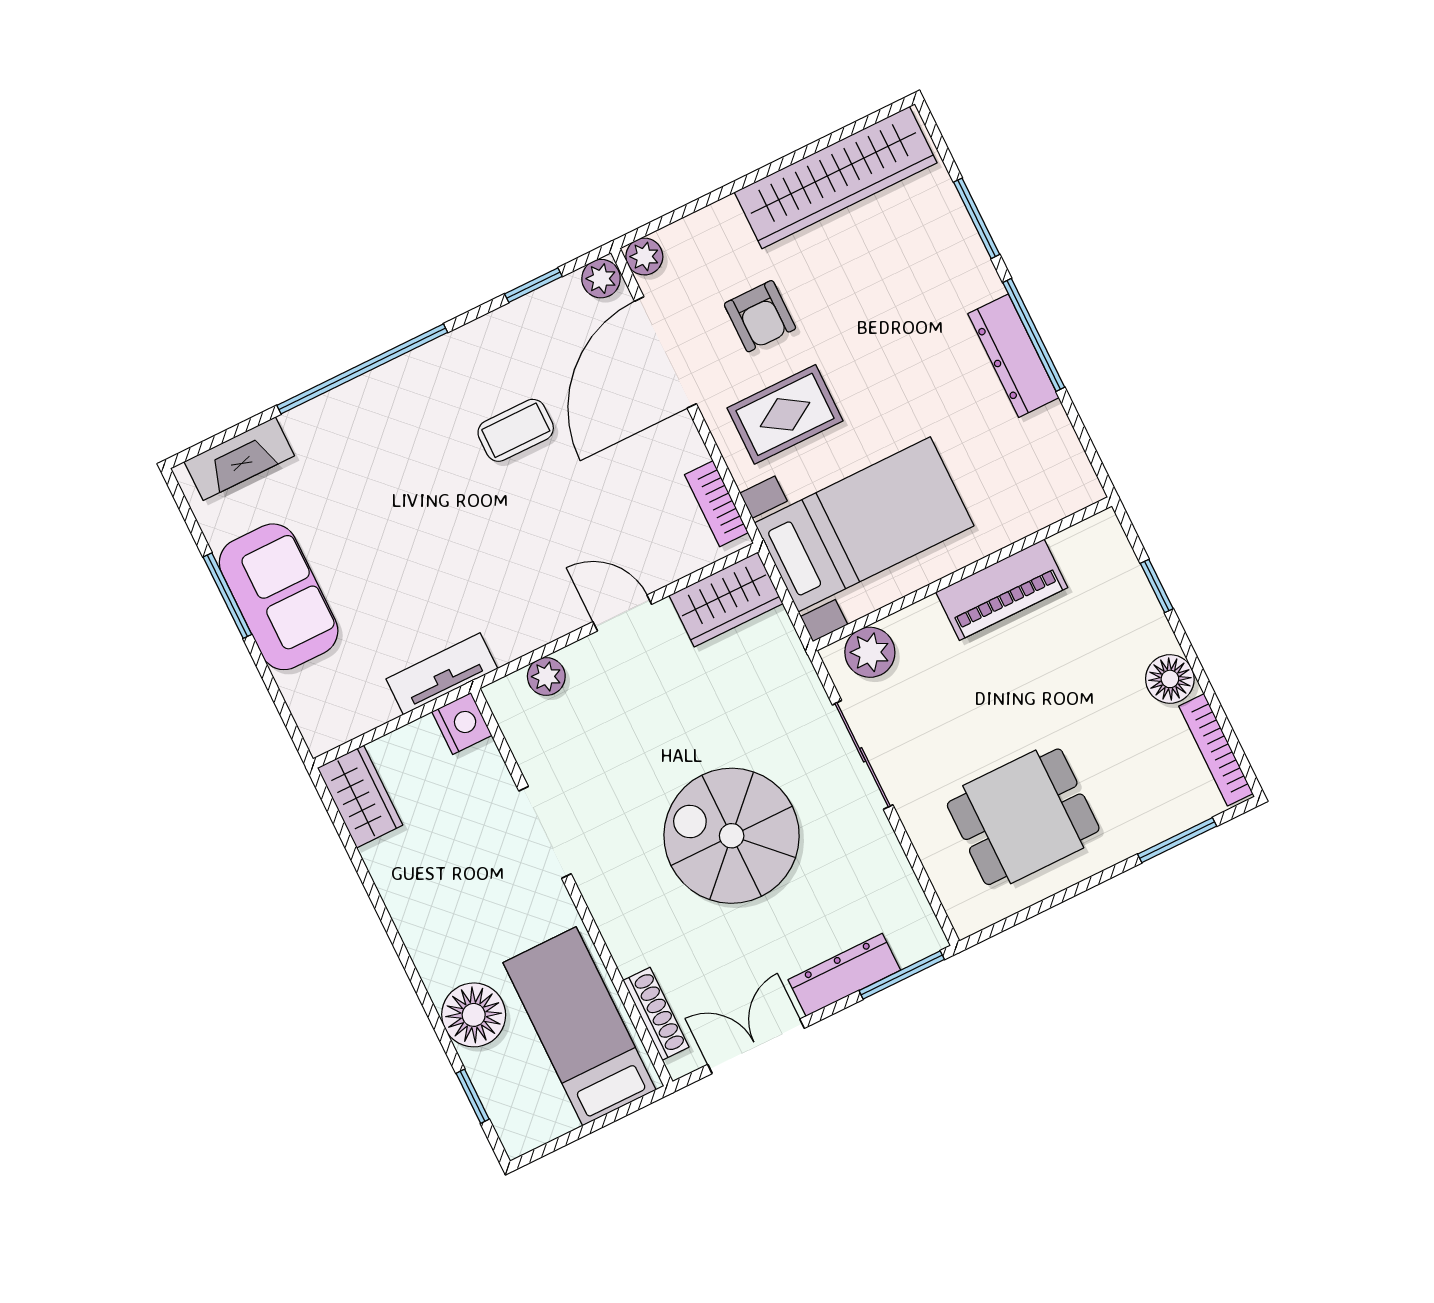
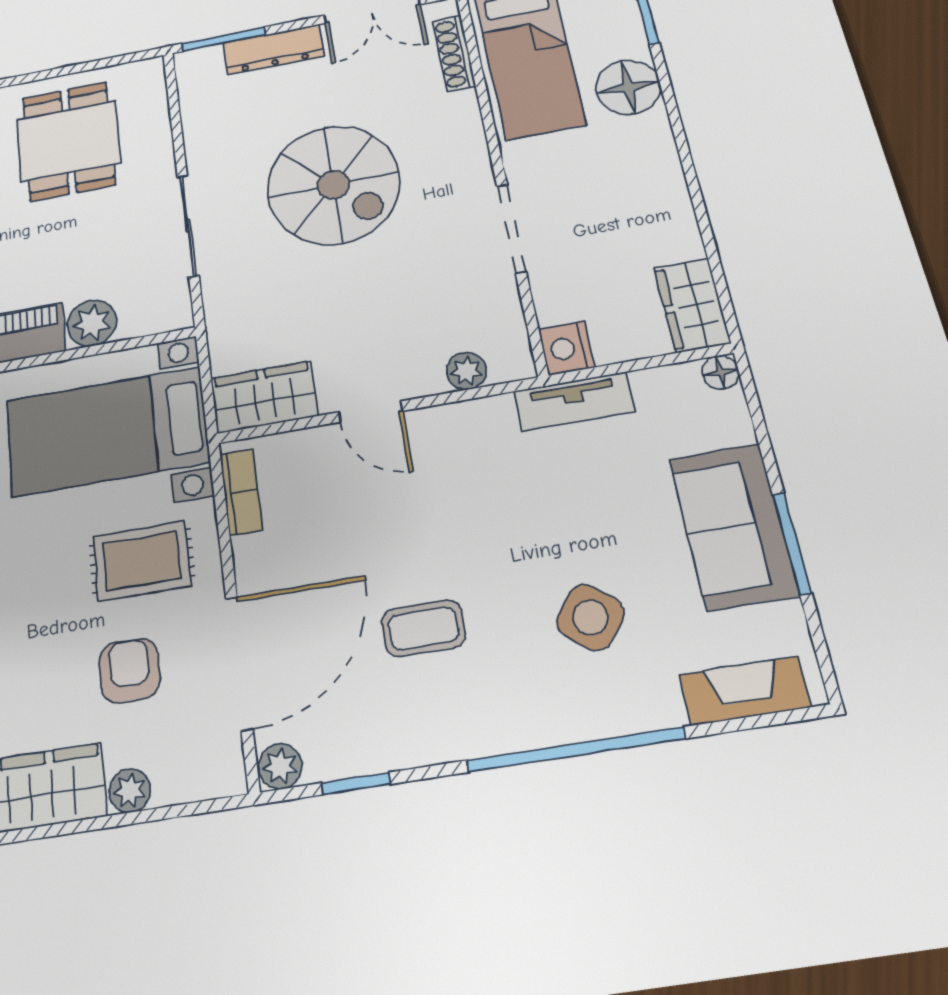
plant: (644, 257) -> (130, 791), moved
side table: (378, 482) -> (590, 617), added
plant: (870, 652) -> (92, 323), moved
floor lamp: (320, 737) -> (720, 372), added
dining table: (1023, 817) -> (68, 141), turned 90

